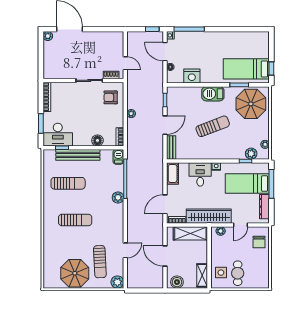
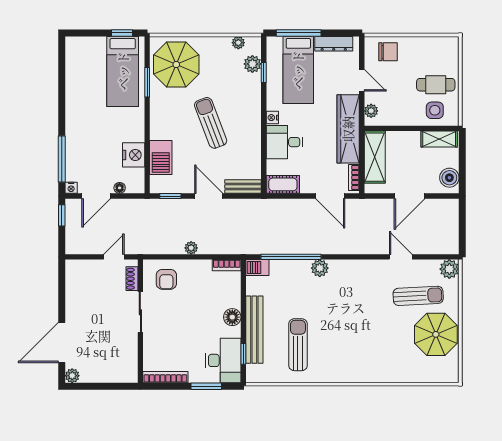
barbecue: (213, 94) -> (161, 158), moved
floor lamp: (97, 140) -> (232, 317), moved
sun lounger: (75, 220) -> (354, 334), removed

